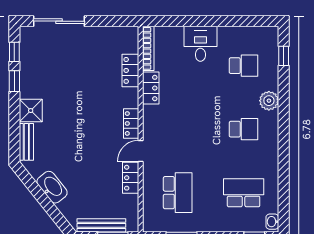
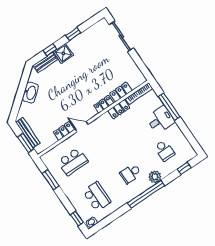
window: (191, 21) -> (169, 107), added
window: (14, 52) -> (50, 50), moved
locker: (131, 123) -> (104, 104), moved
window: (284, 128) -> (146, 194), added
school desk: (244, 129) -> (131, 174), turned 90

